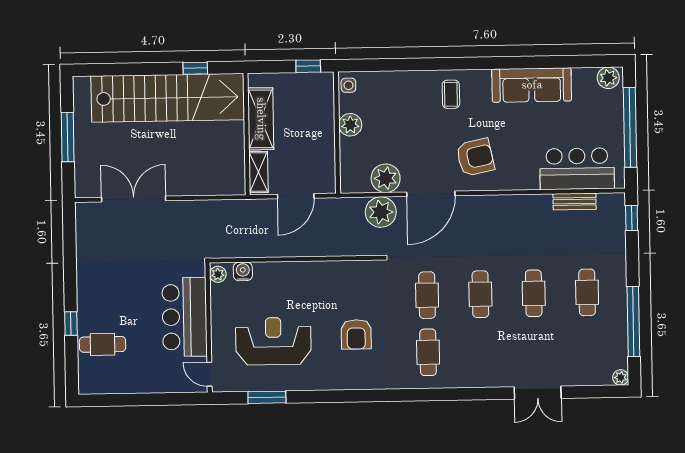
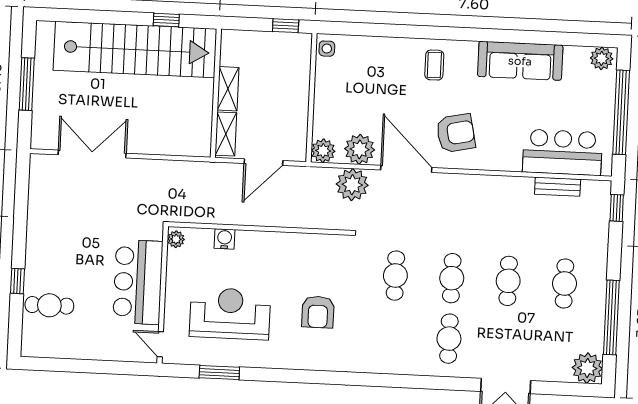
shelving: (261, 119) -> (228, 89), width x0.67, depth x0.75
plant: (350, 125) -> (323, 151), moved
door: (431, 194) -> (406, 169), swing flipped
water cooler: (243, 271) -> (225, 239), moved
cafe table: (428, 352) -> (449, 339), moved
plant: (621, 377) -> (587, 368), width x1.88, depth x1.88

